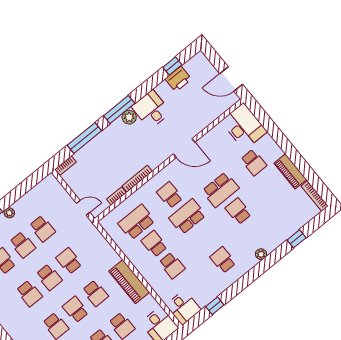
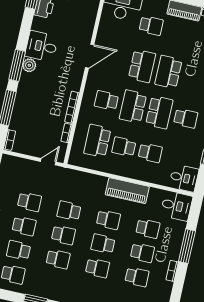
school desk: (238, 211) -> (168, 72), width x1.85
school desk: (205, 238) -> (159, 112), added
school desk: (223, 260) -> (186, 118), turned 180

